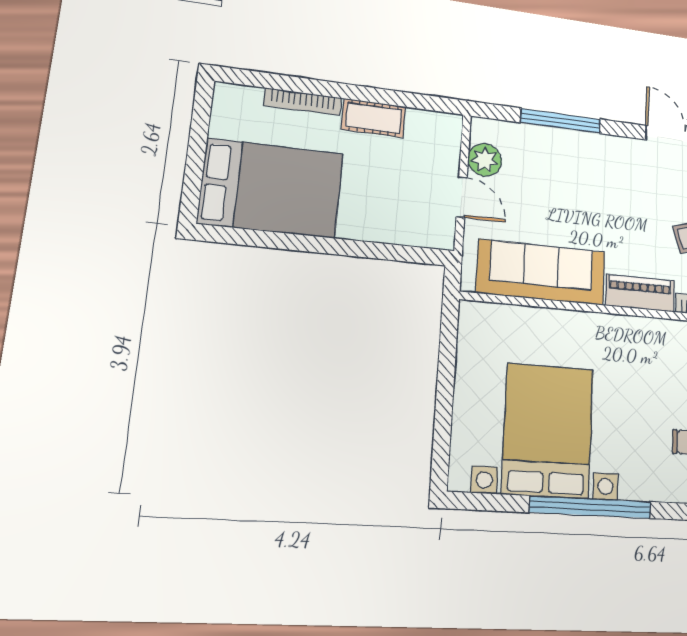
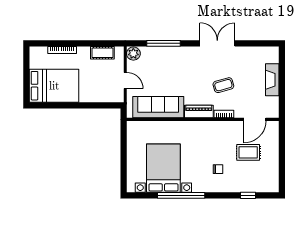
cot: (374, 118) -> (102, 53), moved
plant: (485, 160) -> (133, 54), moved

